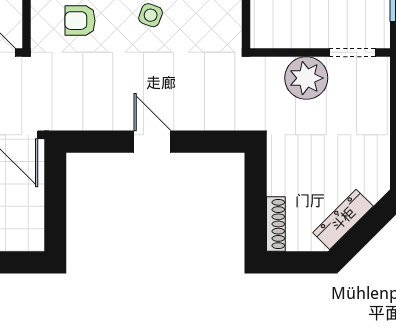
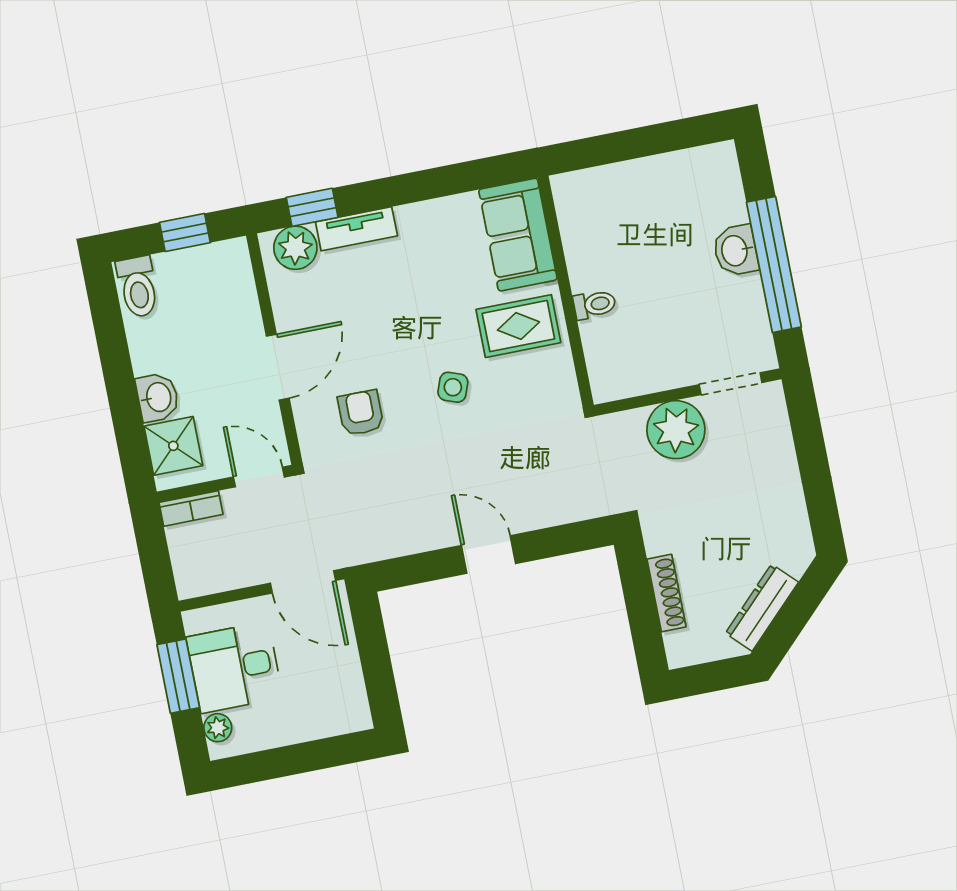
armchair: (80, 21) -> (361, 413), turned 90
shoe rack: (276, 224) -> (666, 593), moved

